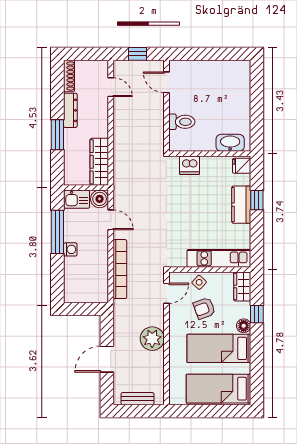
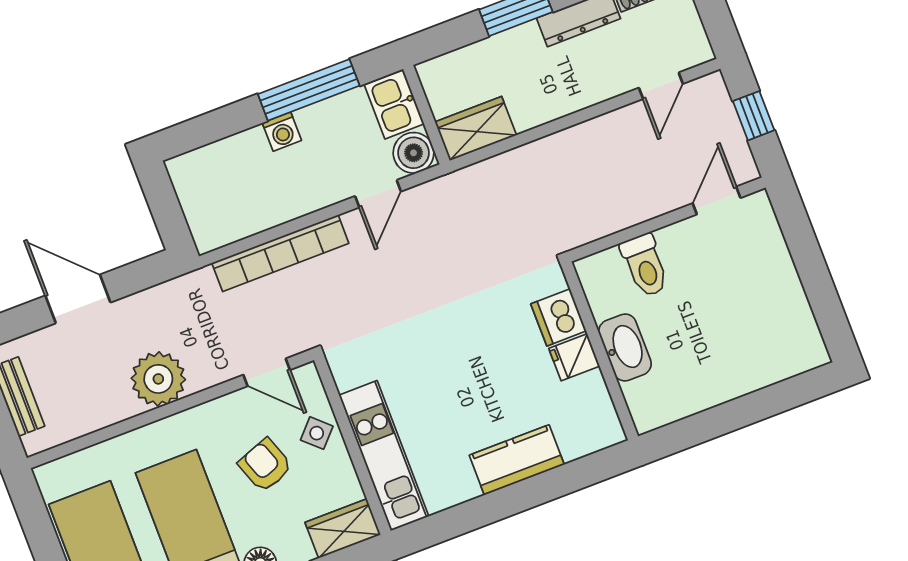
washbasin: (230, 143) -> (625, 347), moved
wardrobe: (99, 162) -> (476, 129), width x0.67
fridge: (242, 166) -> (574, 357), moved, turned -90
window: (257, 200) -> (539, 489), removed

